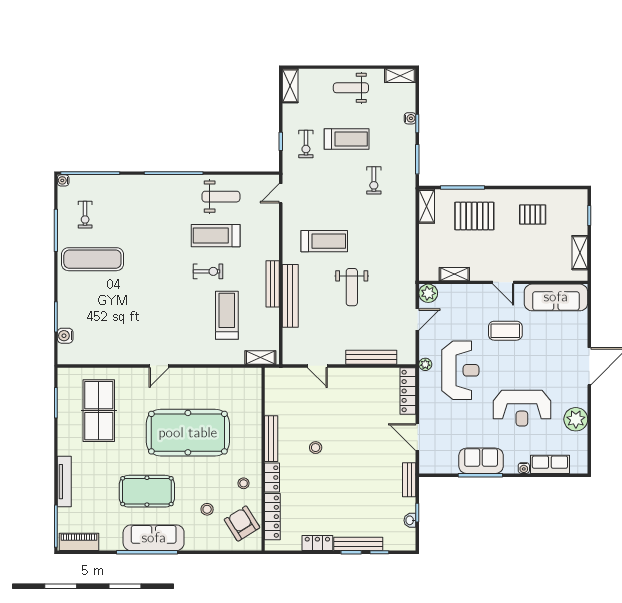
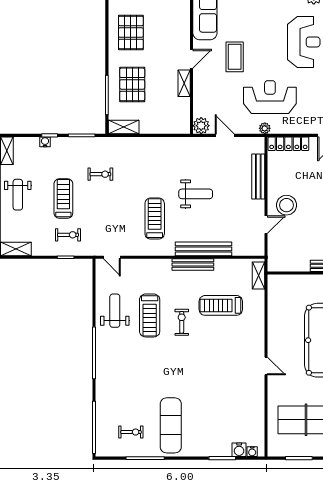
water cooler: (63, 180) -> (252, 452), moved
pallet: (533, 214) -> (131, 32), width x1.50, depth x1.42
shelving: (454, 274) -> (184, 83), moved
stool: (339, 389) -> (287, 205), added

